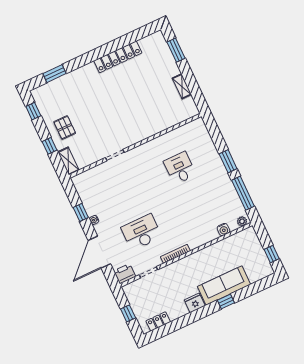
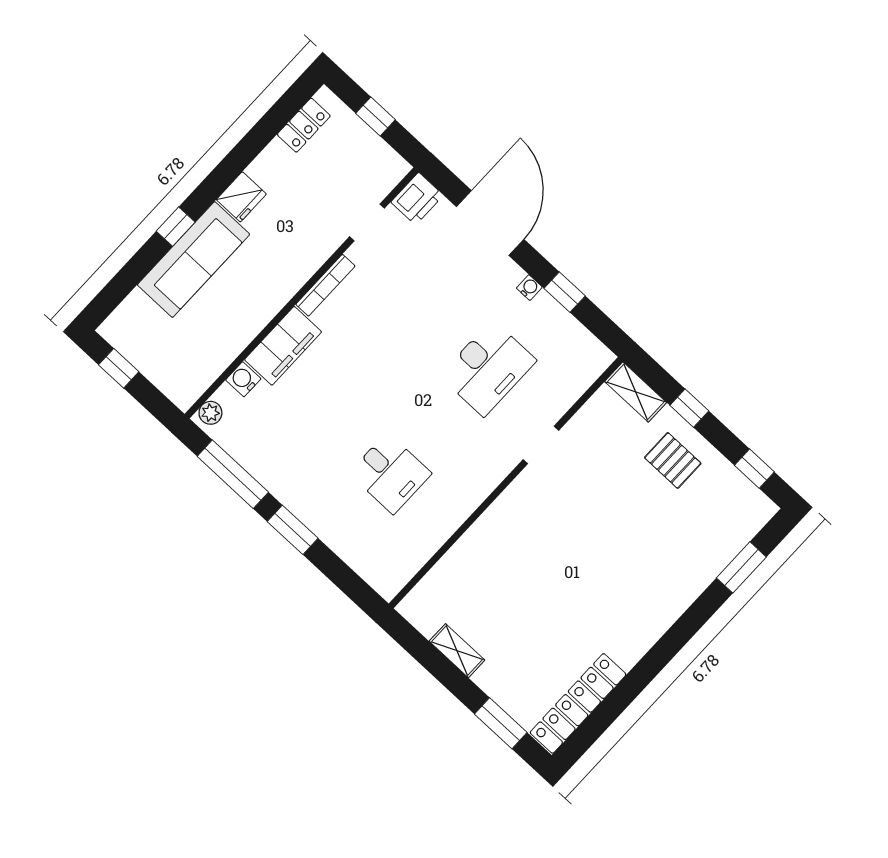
locker: (118, 57) -> (578, 703), moved
desk: (141, 232) -> (488, 368), moved
filing cabinet: (202, 236) -> (283, 346), added

